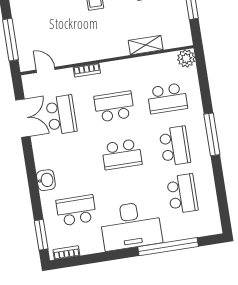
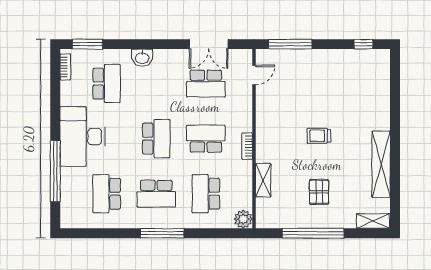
bookcase: (87, 70) -> (247, 146), moved
school desk: (114, 107) -> (206, 139), turned -90
school desk: (122, 154) -> (156, 139), turned 180
school desk: (182, 194) -> (107, 194), turned 90

